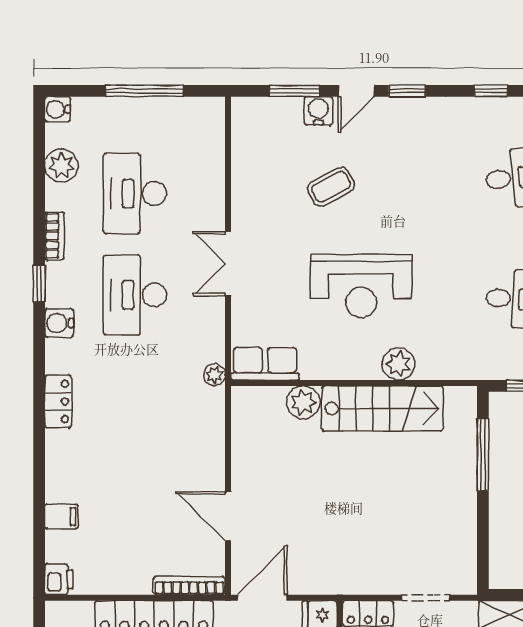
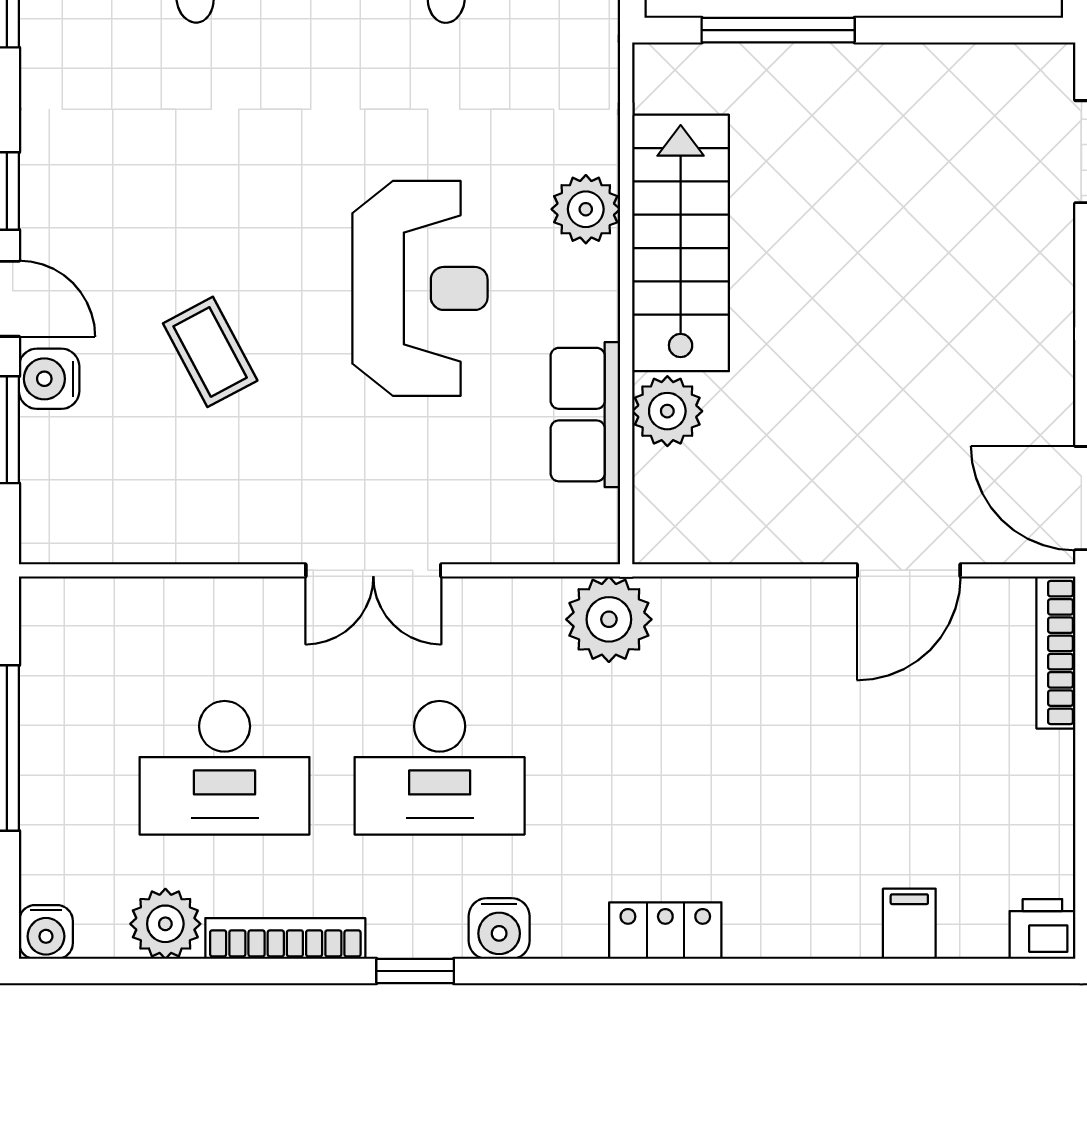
bookcase: (54, 236) -> (285, 938), width x1.56
row of seats: (265, 364) -> (585, 415), moved
plant: (214, 375) -> (609, 619), width x1.88, depth x1.88

